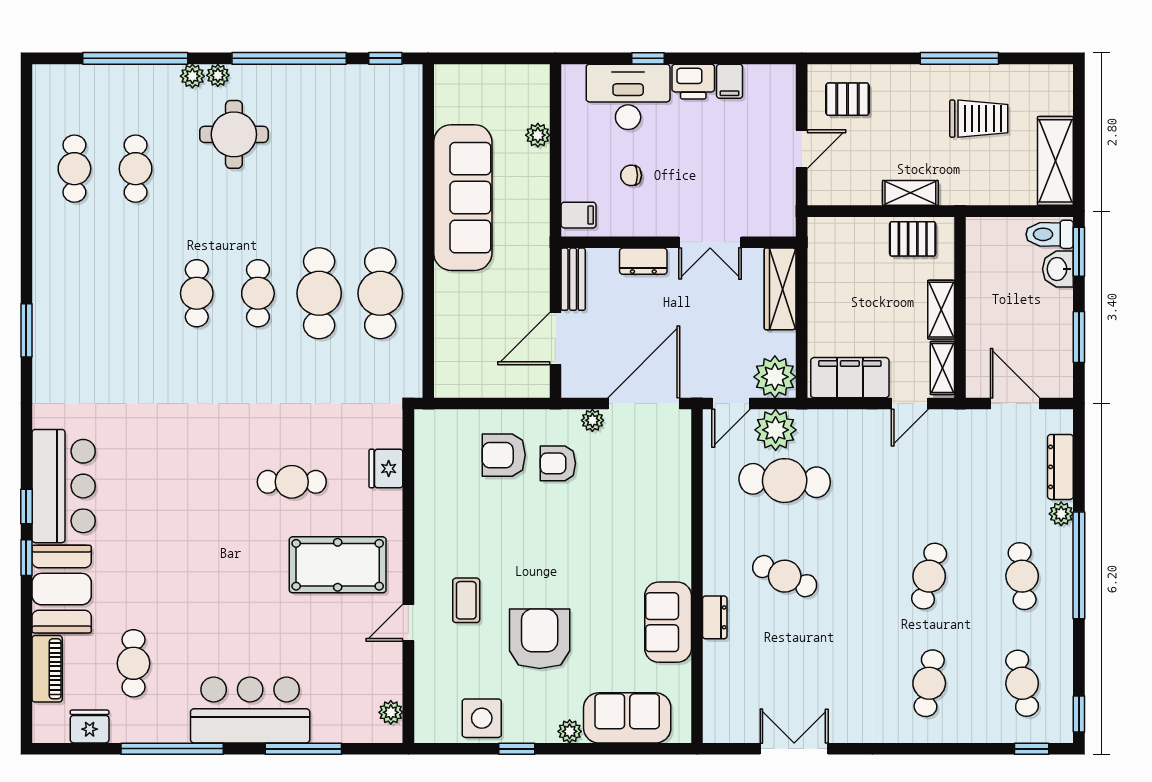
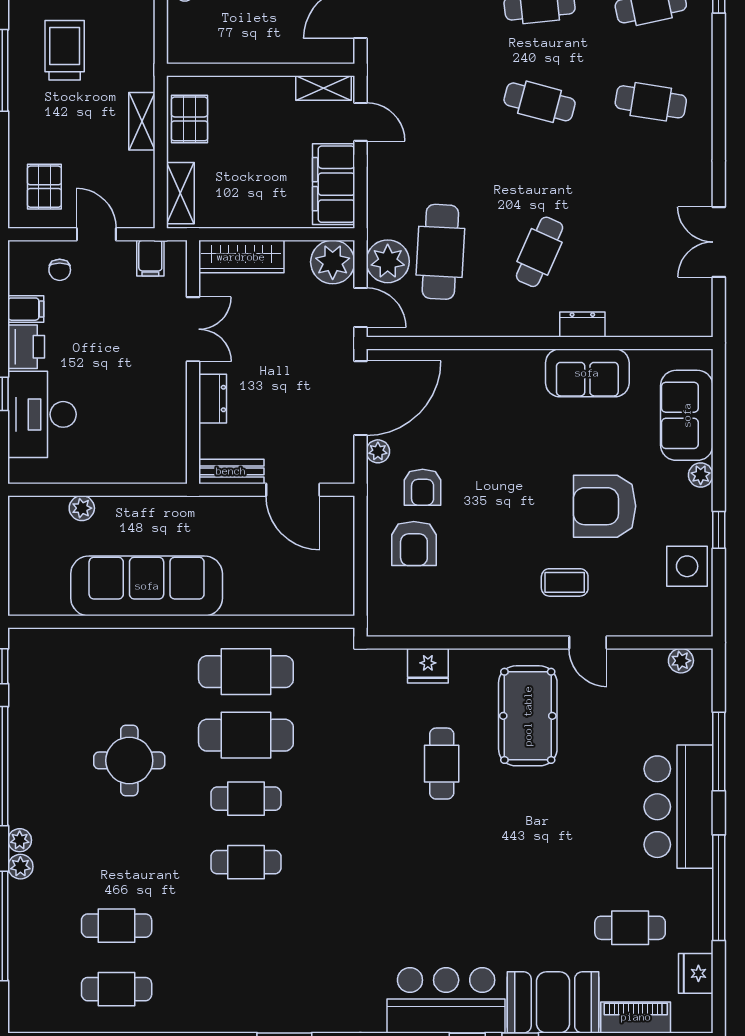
round table: (234, 134) -> (129, 760), moved
chair: (631, 175) -> (60, 270), moved
filing cabinet: (579, 215) -> (150, 258), moved, turned 180
shelving: (941, 310) -> (180, 193), moved, turned 90
door: (644, 404) -> (360, 398), swing flipped

